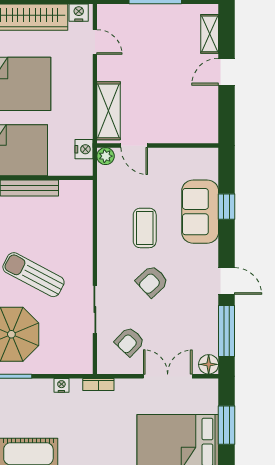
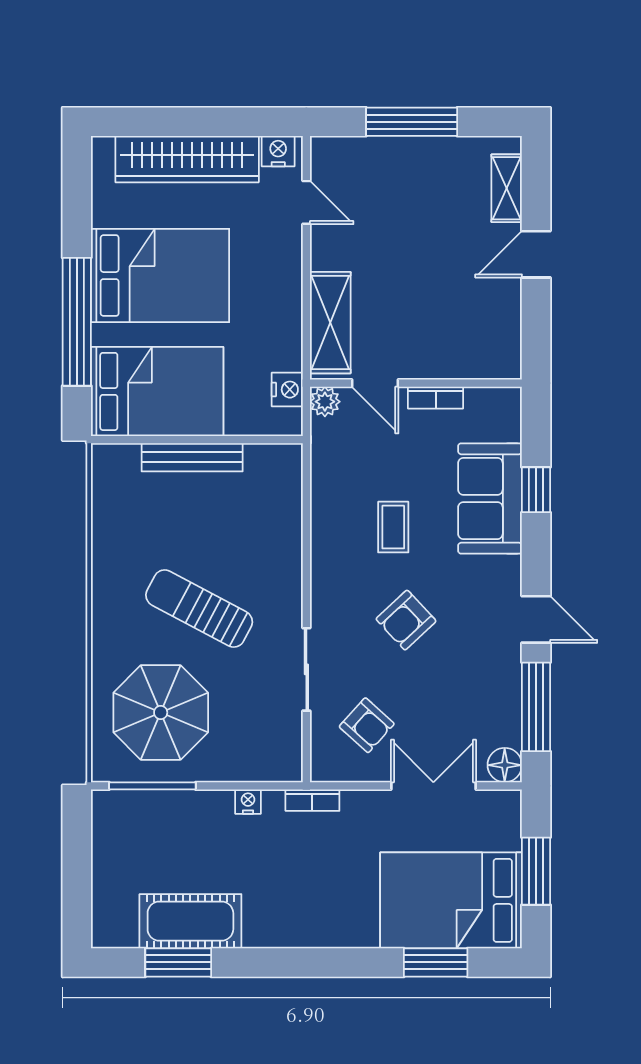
bookcase: (169, 154) -> (436, 398), added
coffee table: (145, 228) -> (393, 527), width x0.73, depth x0.77
armchair: (129, 342) -> (367, 725), turned -92

